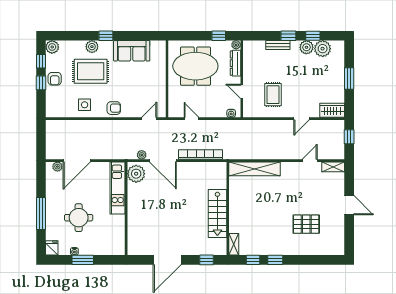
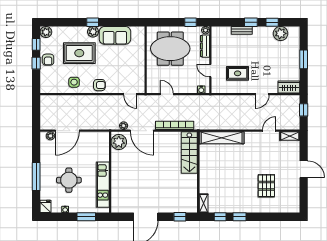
plant: (92, 47) -> (93, 32), moved
plant: (306, 47) -> (267, 32), removed
rug: (273, 95) -> (238, 73), turned 90
door: (149, 119) -> (130, 94), swing flipped
kitchen unit: (118, 188) -> (103, 185), moved
stairs: (217, 214) -> (189, 153), moved
pallet: (306, 224) -> (266, 186), turned 90
window: (83, 260) -> (86, 217), moved

